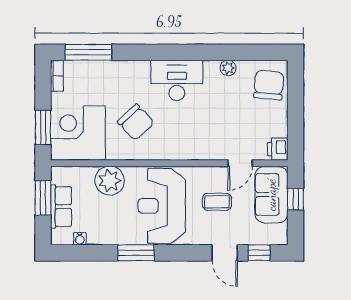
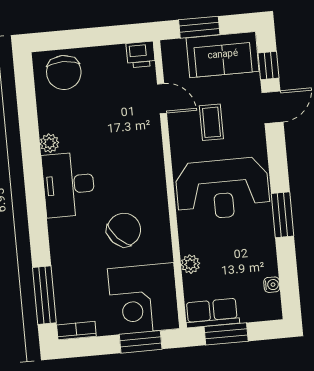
plant: (228, 68) -> (49, 143), moved
chair: (269, 85) -> (64, 72), turned -95
plant: (110, 181) -> (190, 264), width x0.53, depth x0.53
sofa: (271, 195) -> (223, 55), moved
window: (296, 199) -> (199, 27), width x1.50
row of seats: (61, 207) -> (212, 313), moved

